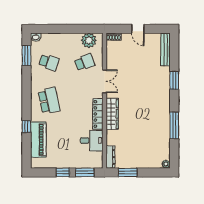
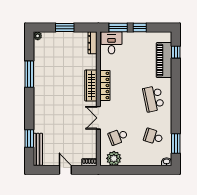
window: (174, 80) -> (29, 138), moved
window: (26, 127) -> (176, 52), moved
desk: (92, 141) -> (112, 43), moved, turned 90
window: (128, 172) -> (65, 28), moved

